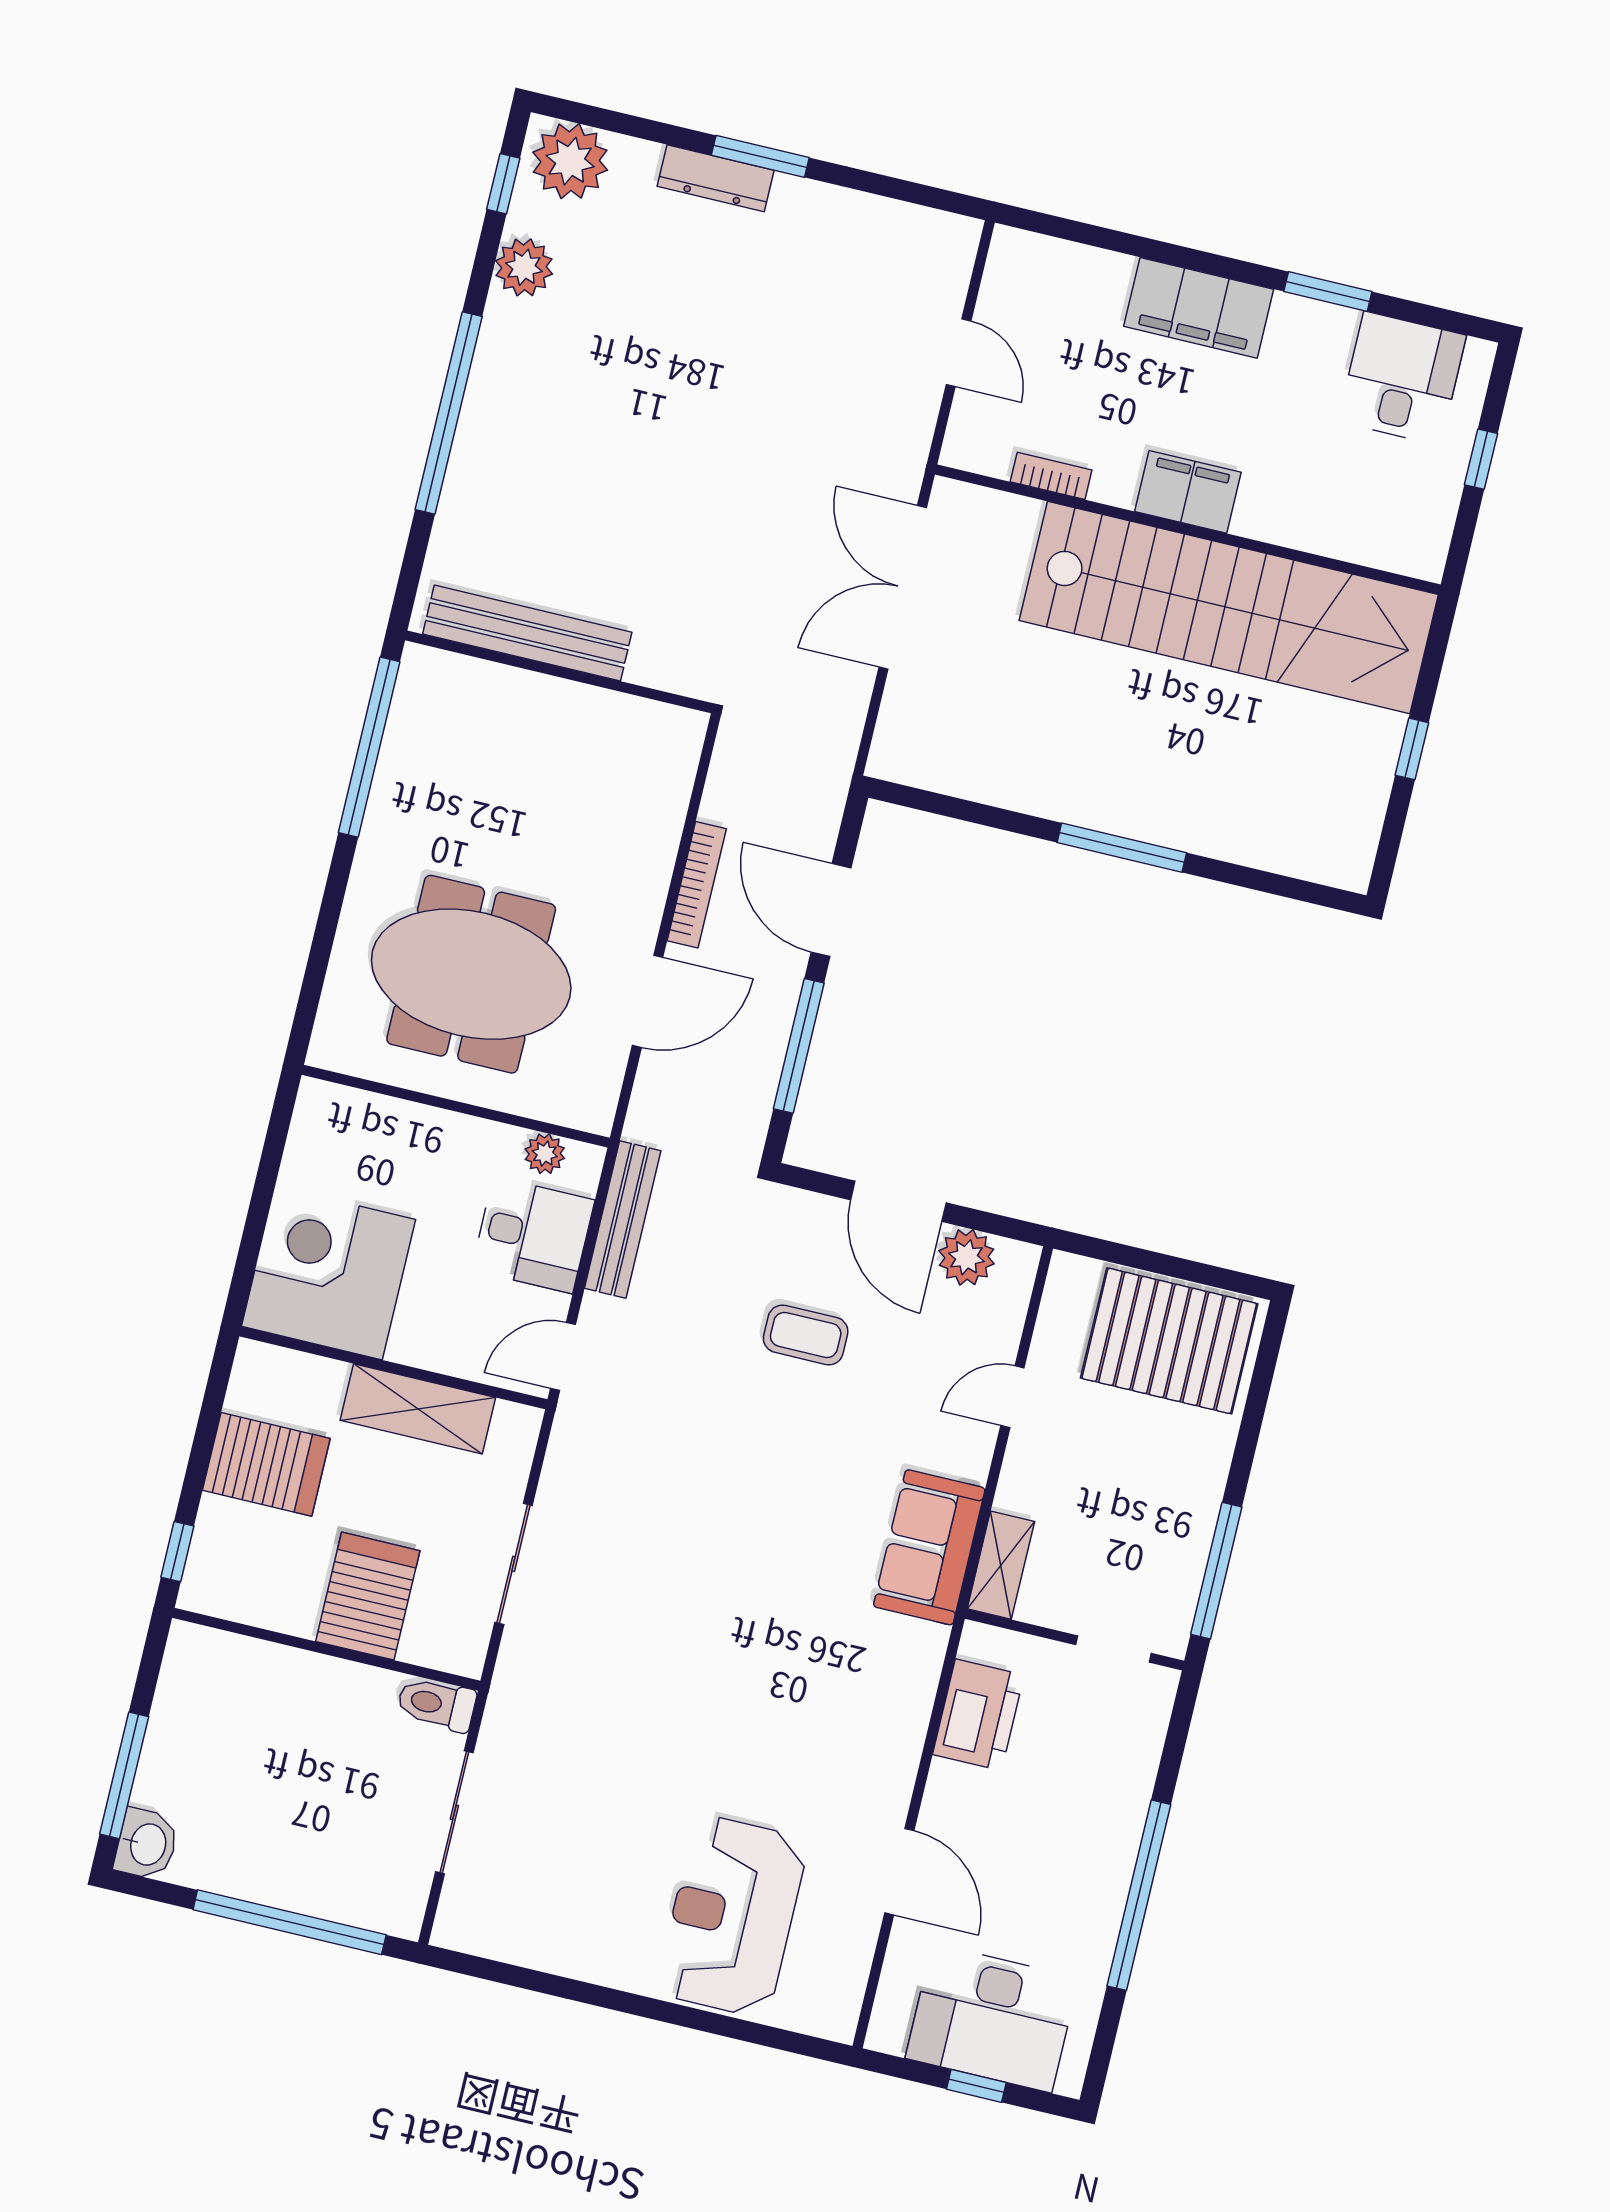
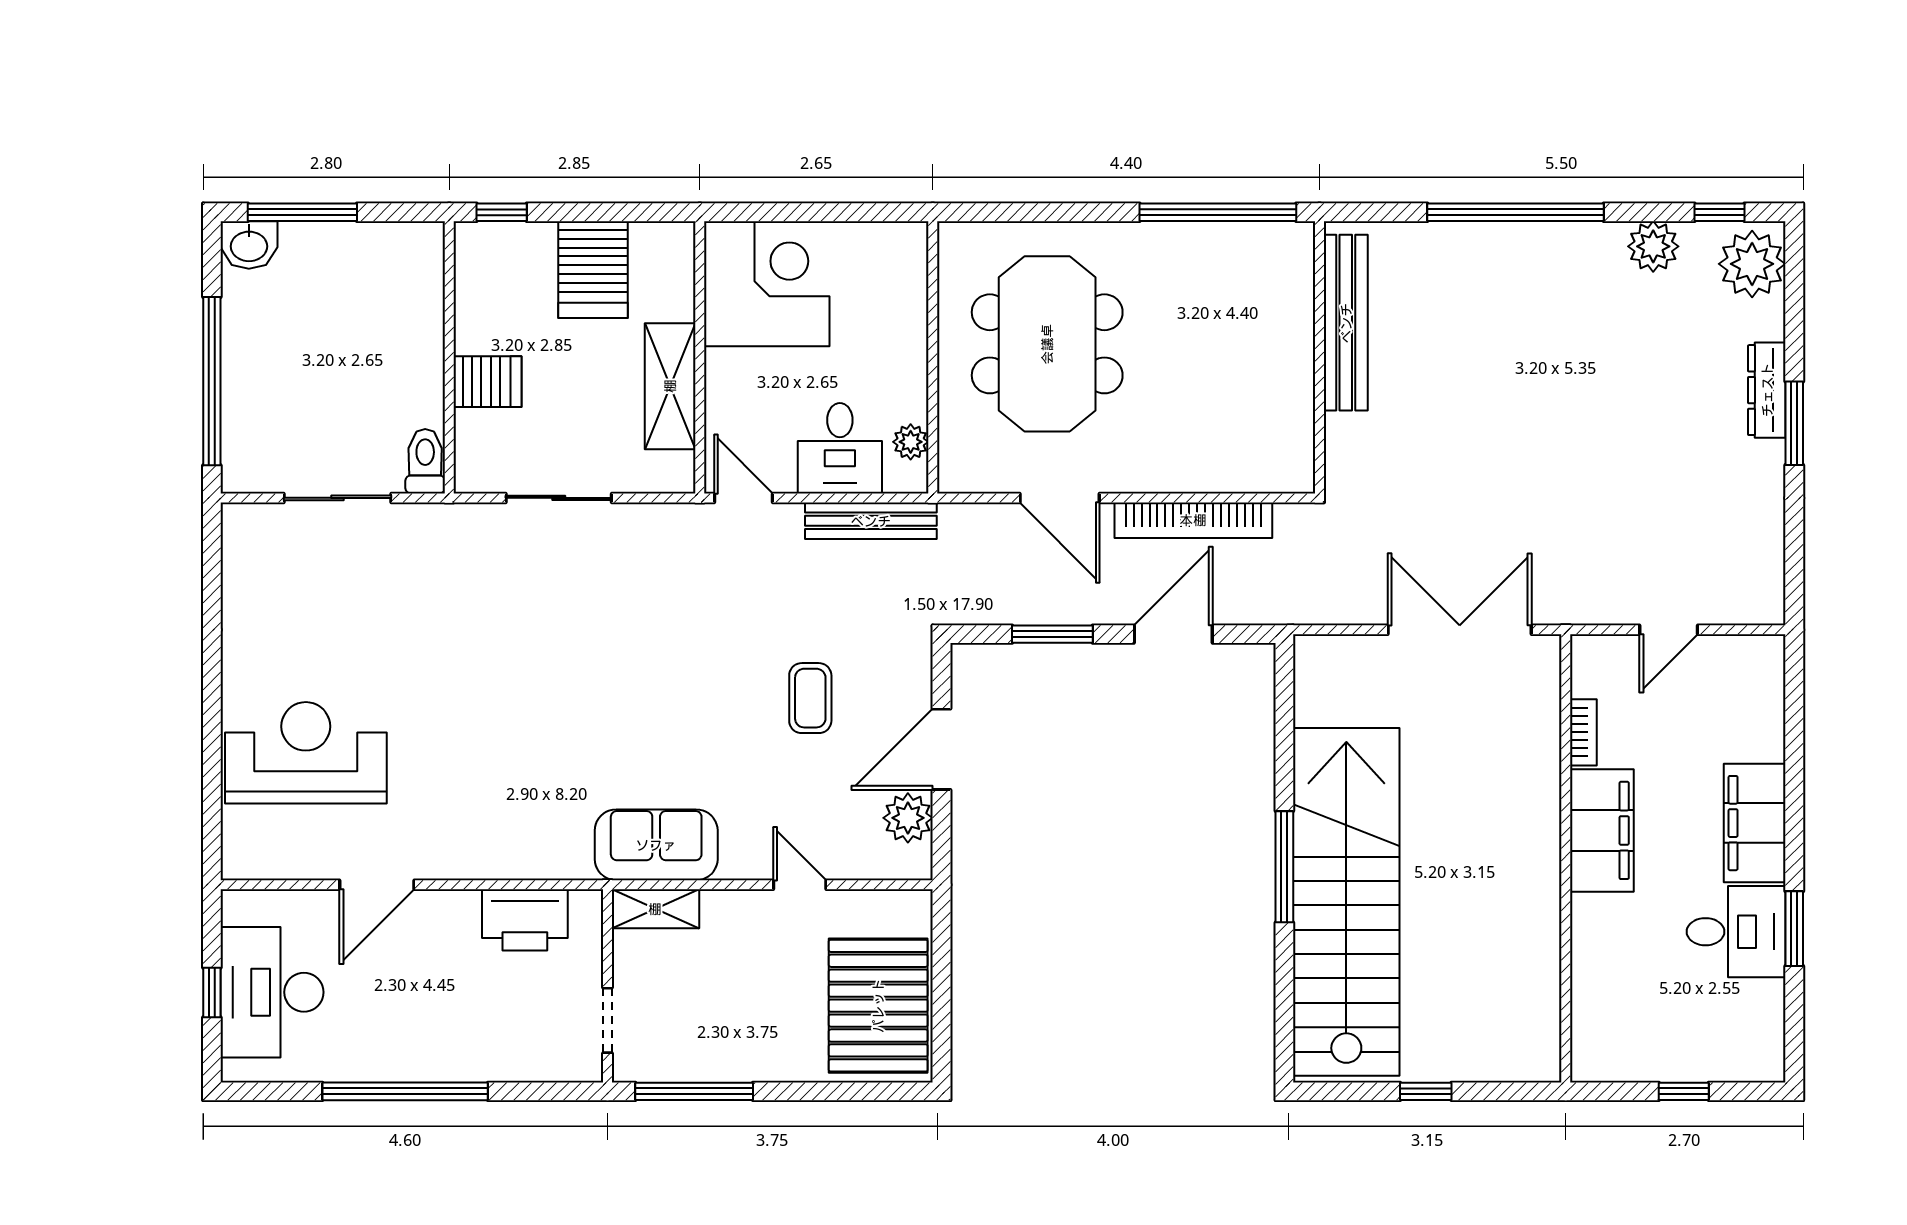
desk: (1402, 378) -> (1736, 932), moved
filing cabinet: (1188, 492) -> (1602, 830), width x1.50, depth x1.17
stairs: (1229, 608) -> (1346, 902), moved, turned 180
bookcase: (697, 885) -> (1193, 520), width x1.48, depth x1.31
window: (799, 1046) -> (1052, 634), width x0.69
server rack: (368, 1596) -> (488, 382), width x0.73, depth x0.70

